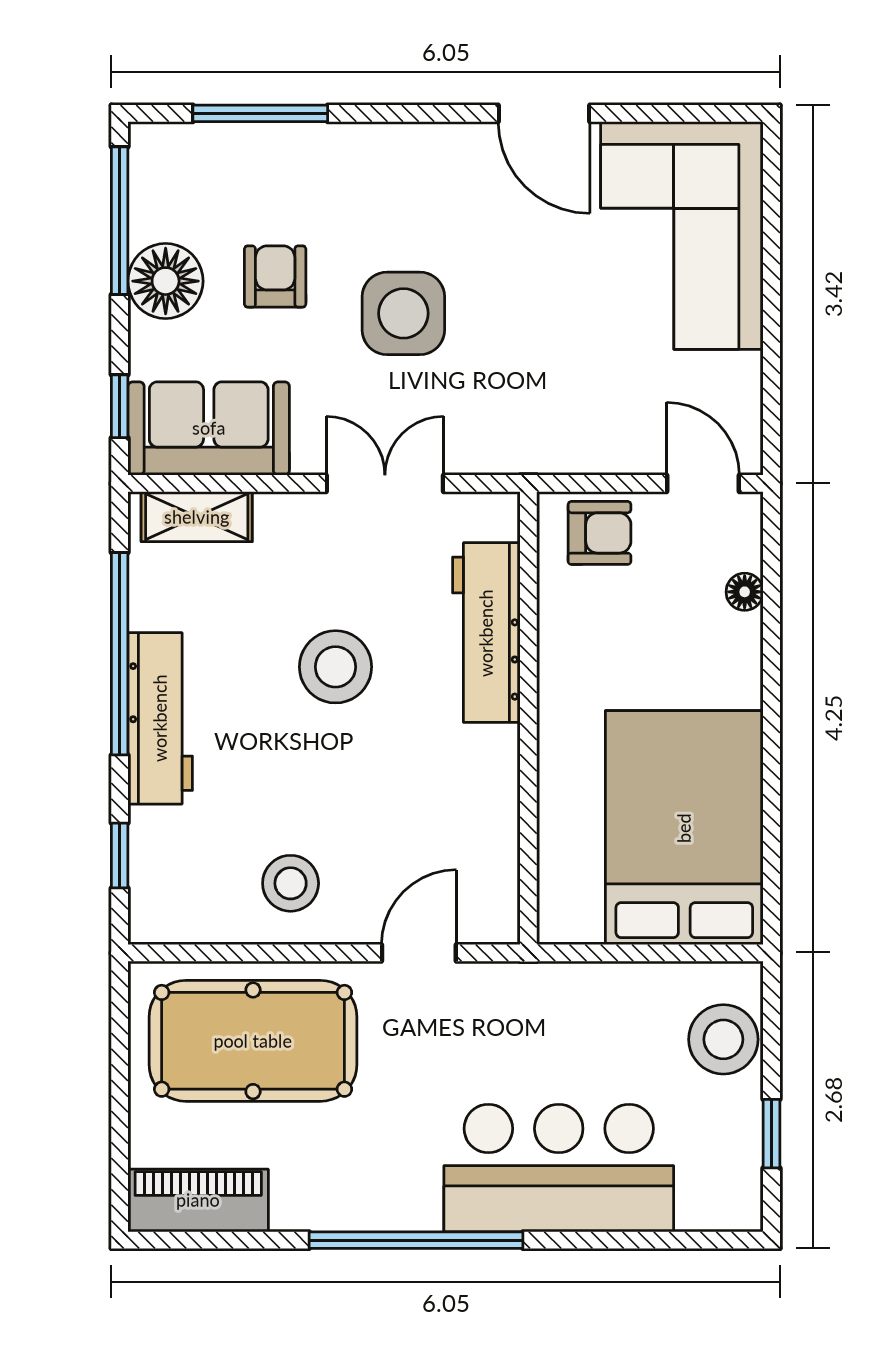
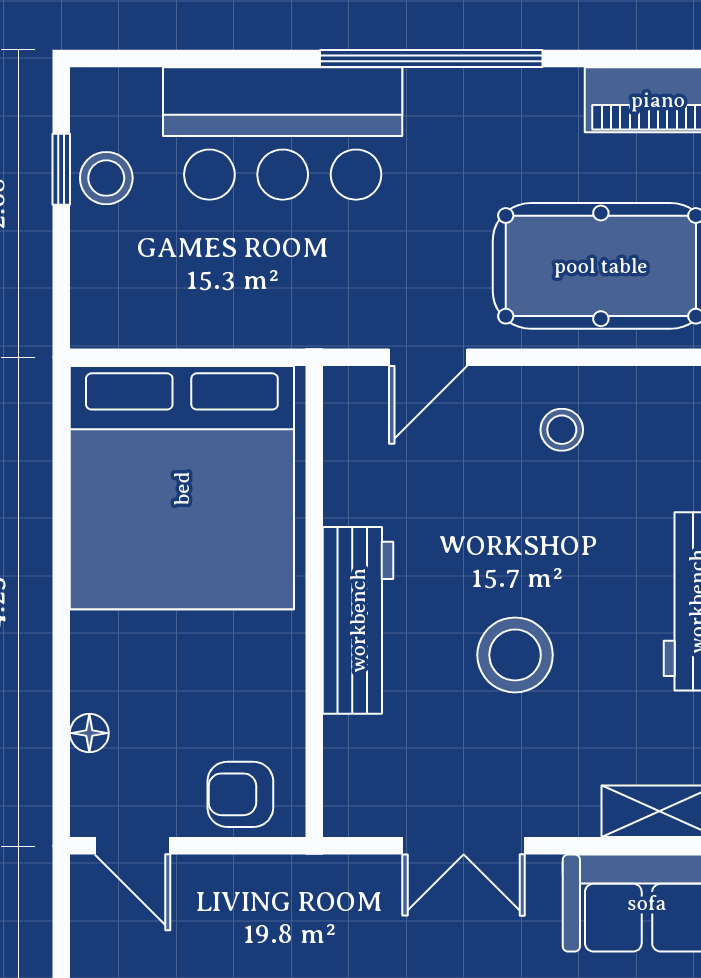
workbench: (486, 633) -> (358, 620), moved
bed: (684, 828) -> (182, 488), width x1.36
stool: (291, 883) -> (562, 430), width x0.73, depth x0.73
stool: (723, 1039) -> (106, 178), moved, width x0.73, depth x0.73

